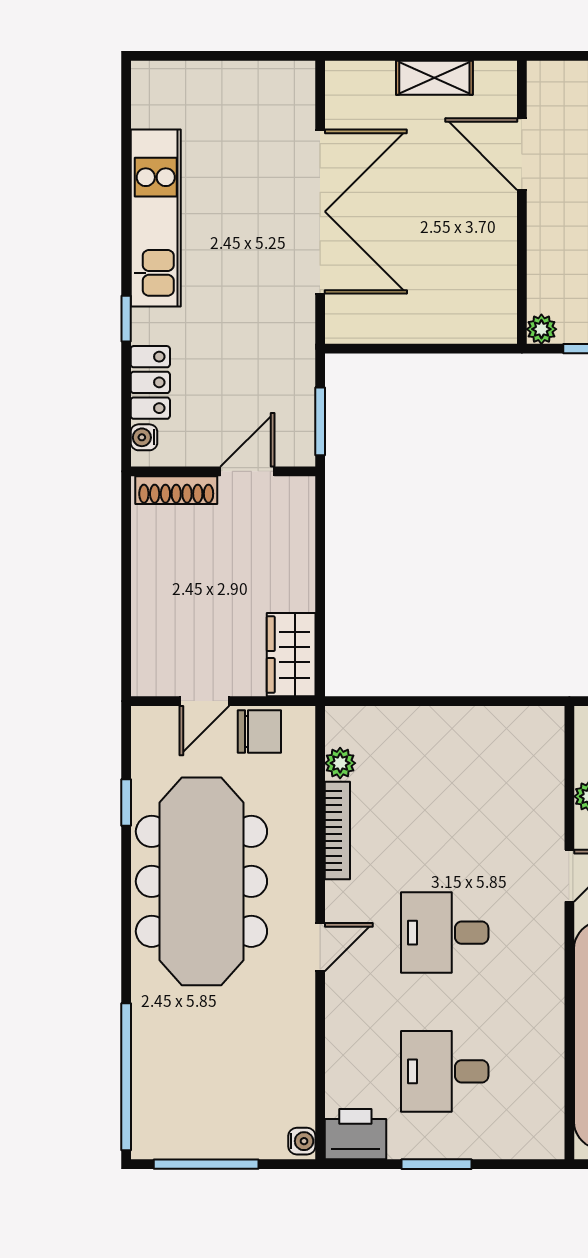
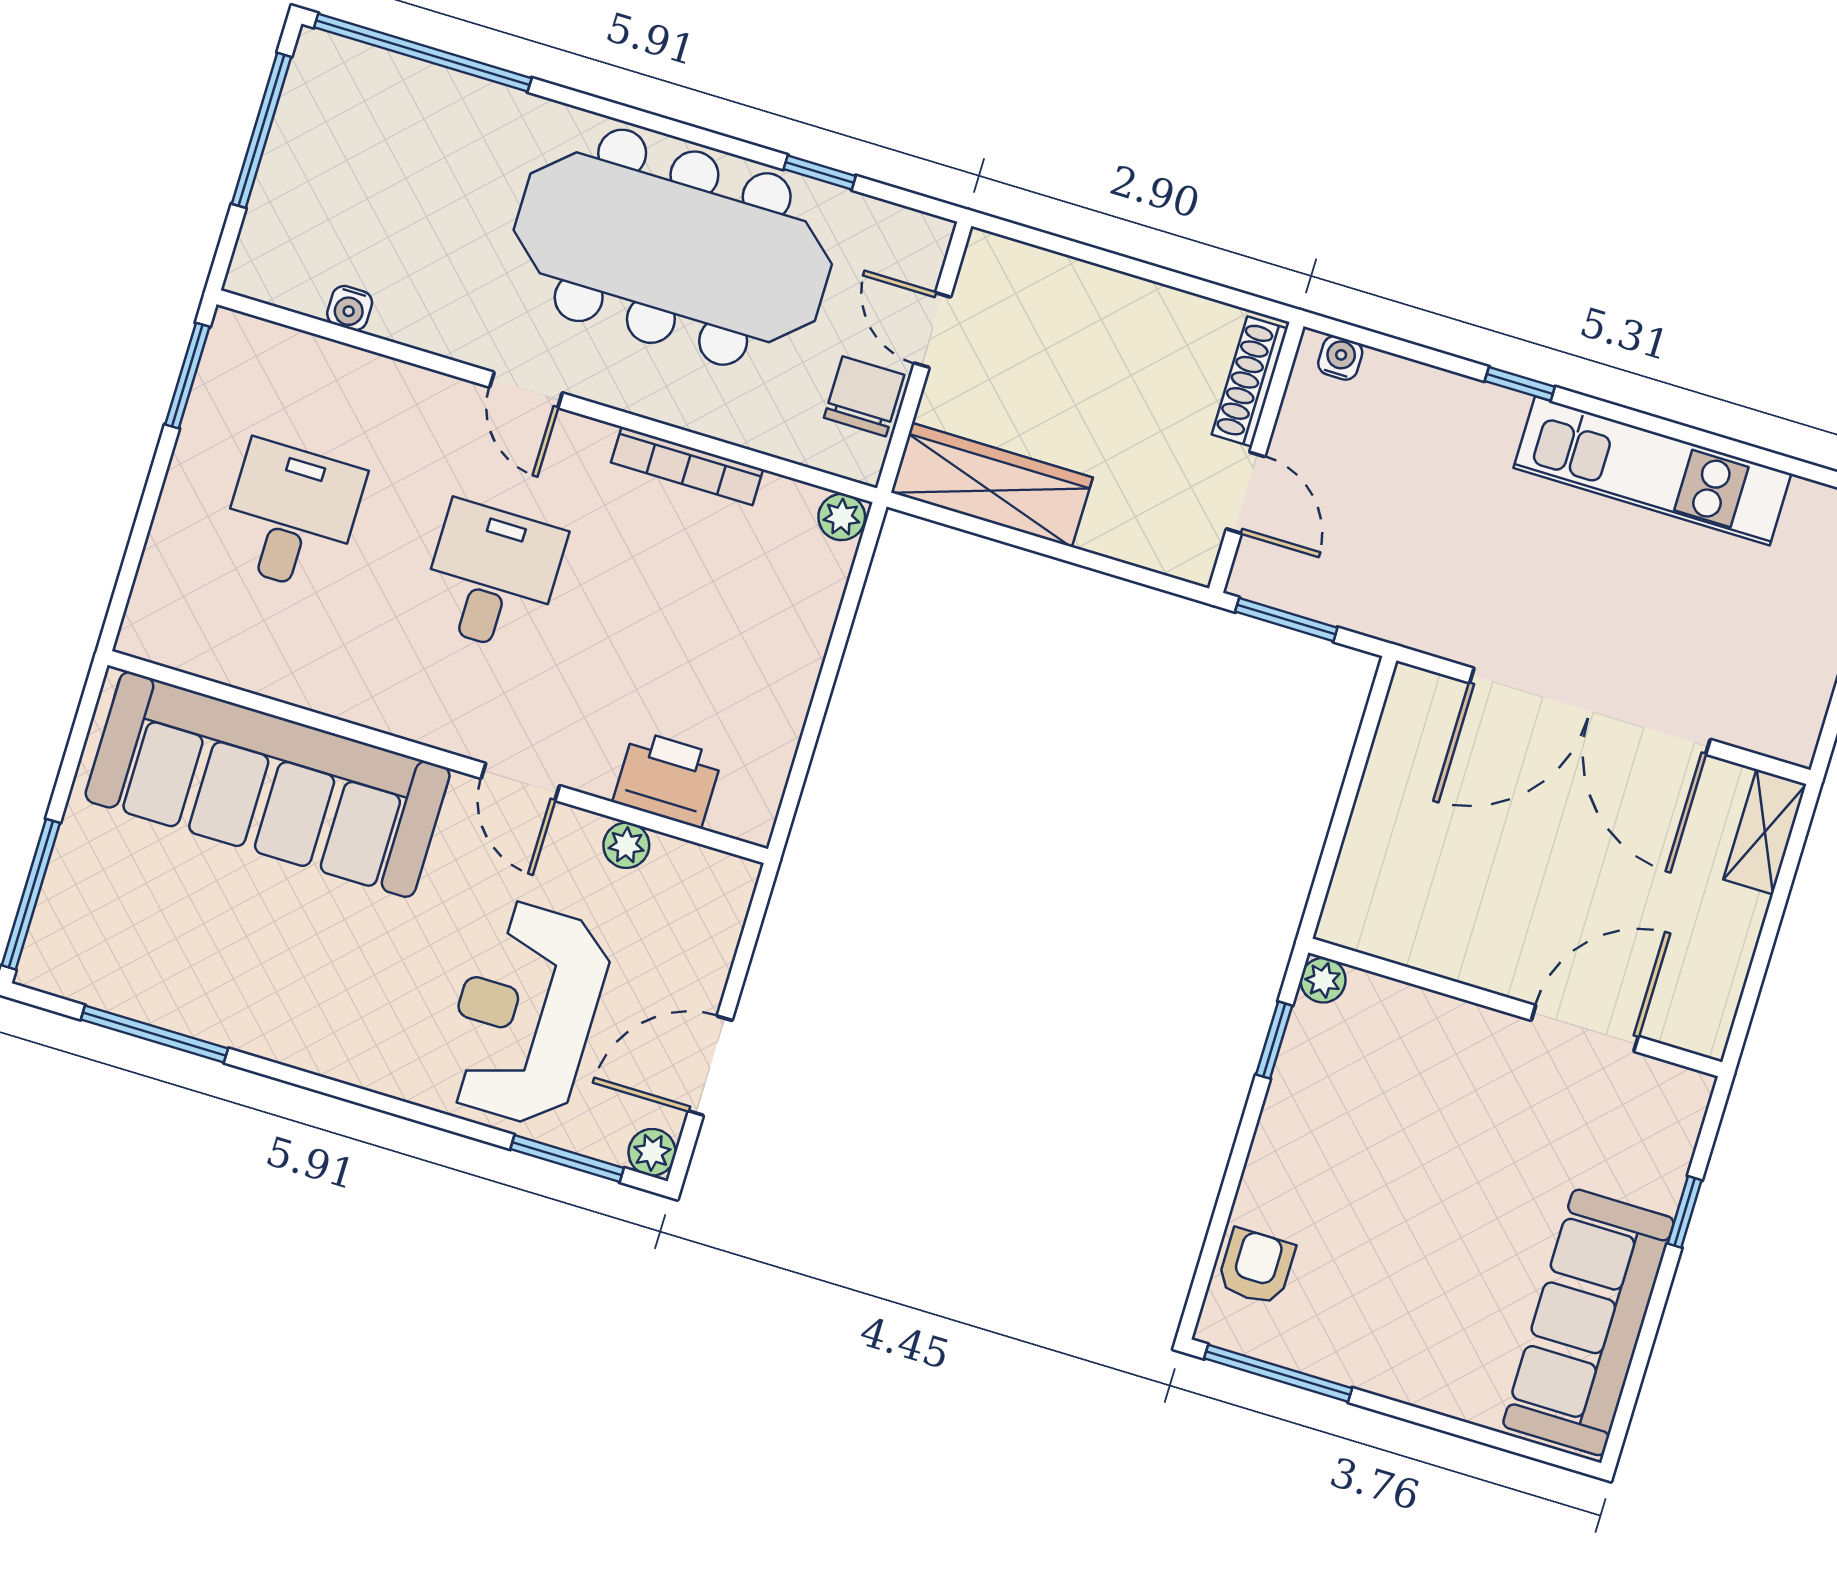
shelving: (434, 78) -> (1765, 832), moved
locker: (150, 382) -> (1417, 391), removed
wardrobe: (291, 655) -> (992, 485), width x1.50
chair: (259, 732) -> (864, 396), turned 180
plant: (340, 763) -> (842, 517), moved
printer: (355, 1134) -> (668, 779), moved, turned -90
water cooler: (302, 1141) -> (350, 308), moved
window: (437, 1164) -> (187, 376), moved

